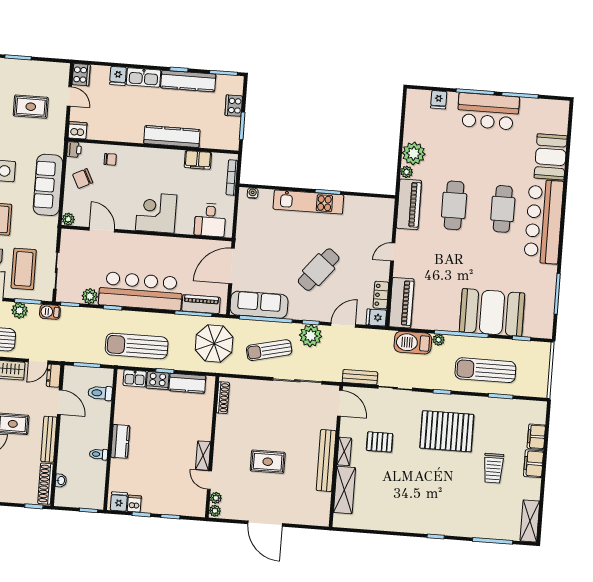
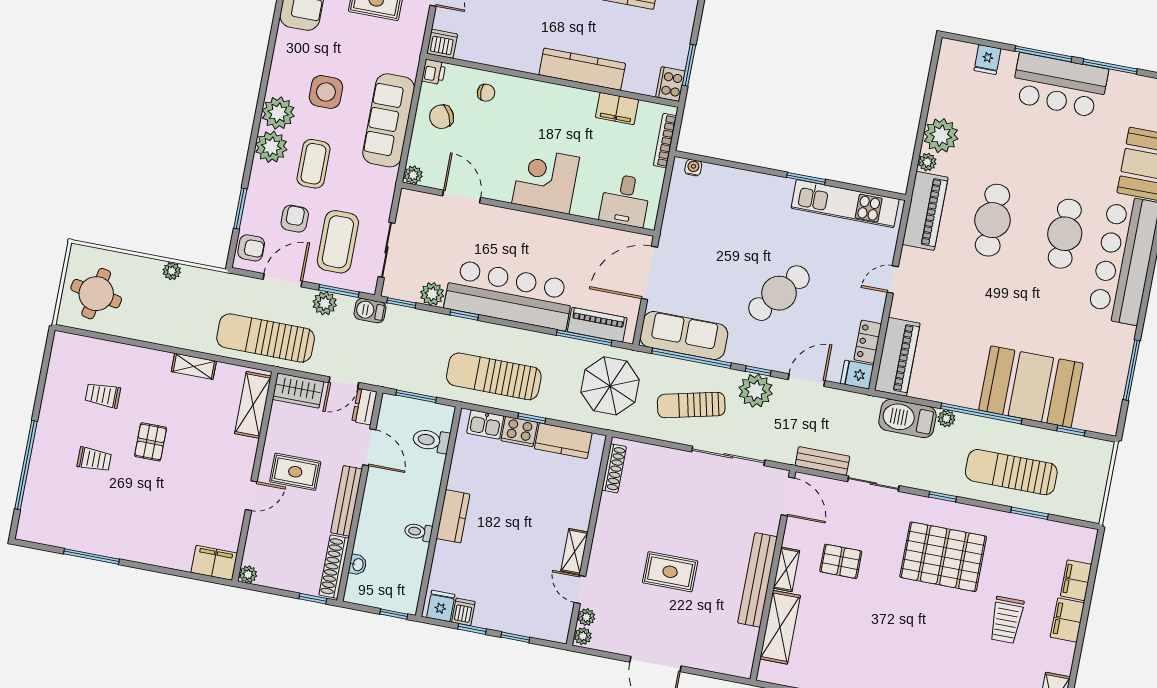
cooker: (234, 106) -> (670, 84), moved
kitchen unit: (308, 202) -> (845, 204), moved

